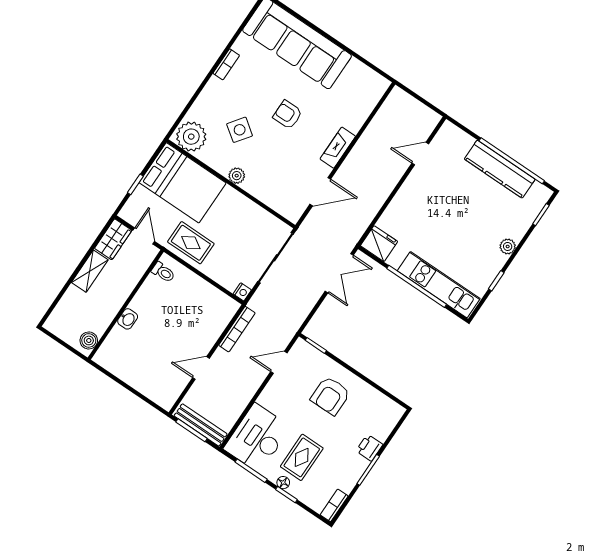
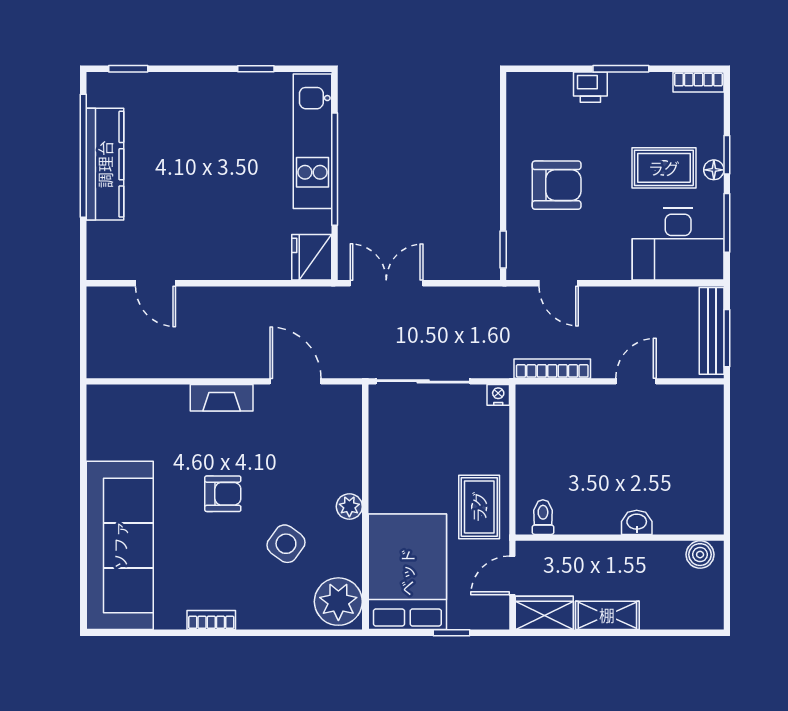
armchair: (288, 115) -> (223, 494), turned -90
plant: (508, 246) -> (200, 84), removed
door: (201, 368) -> (636, 381), swing flipped

